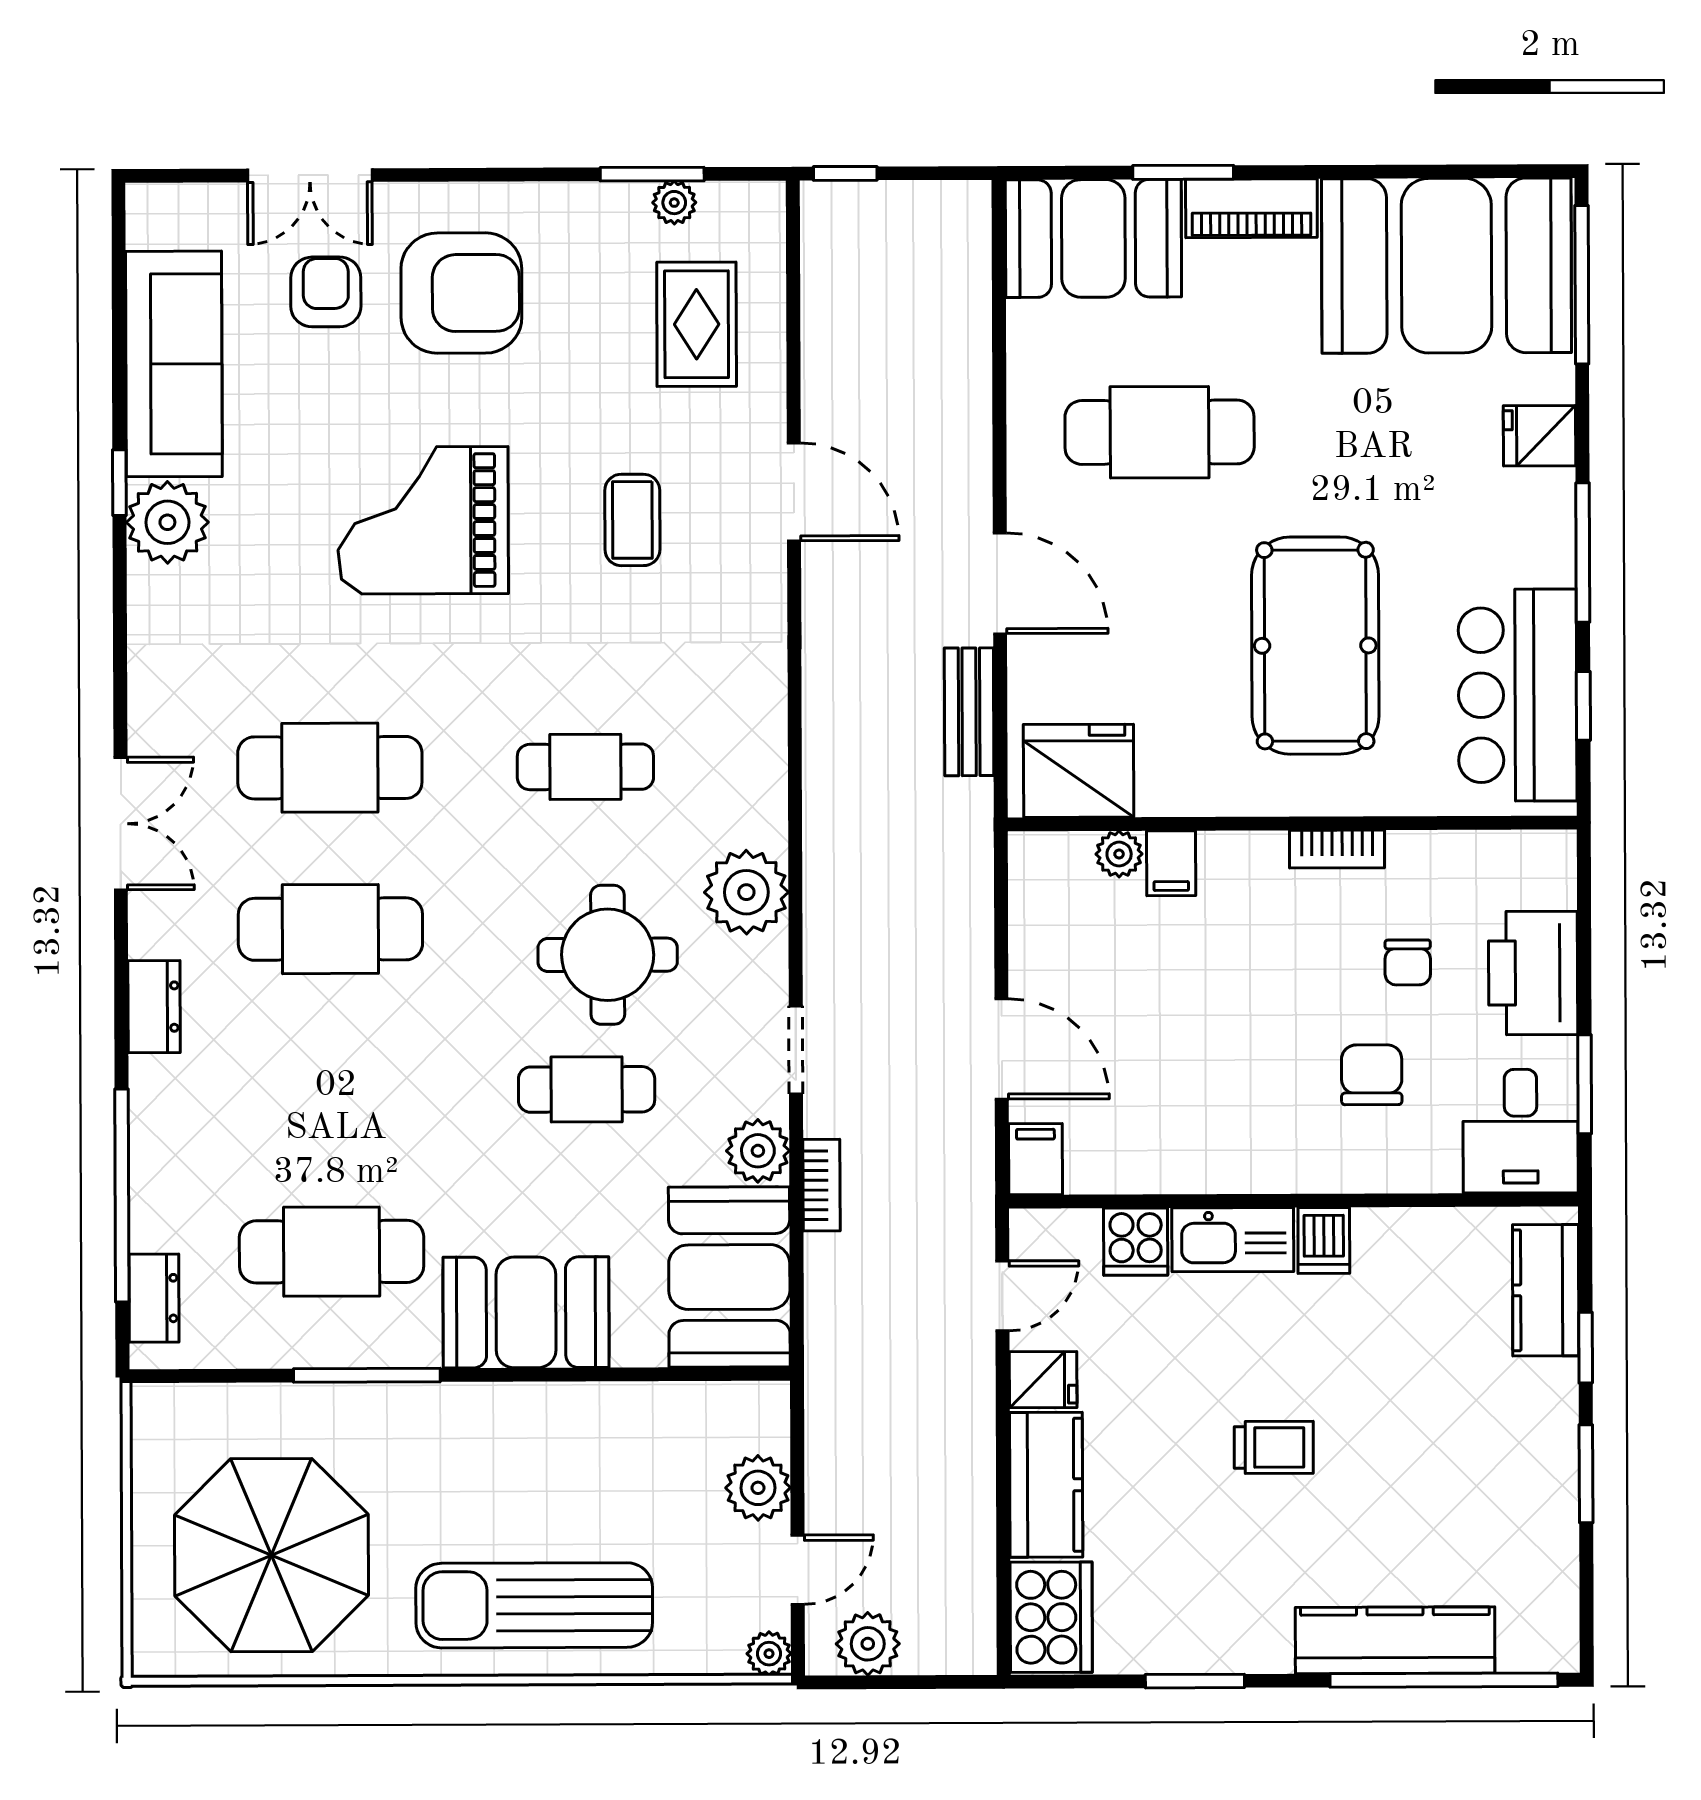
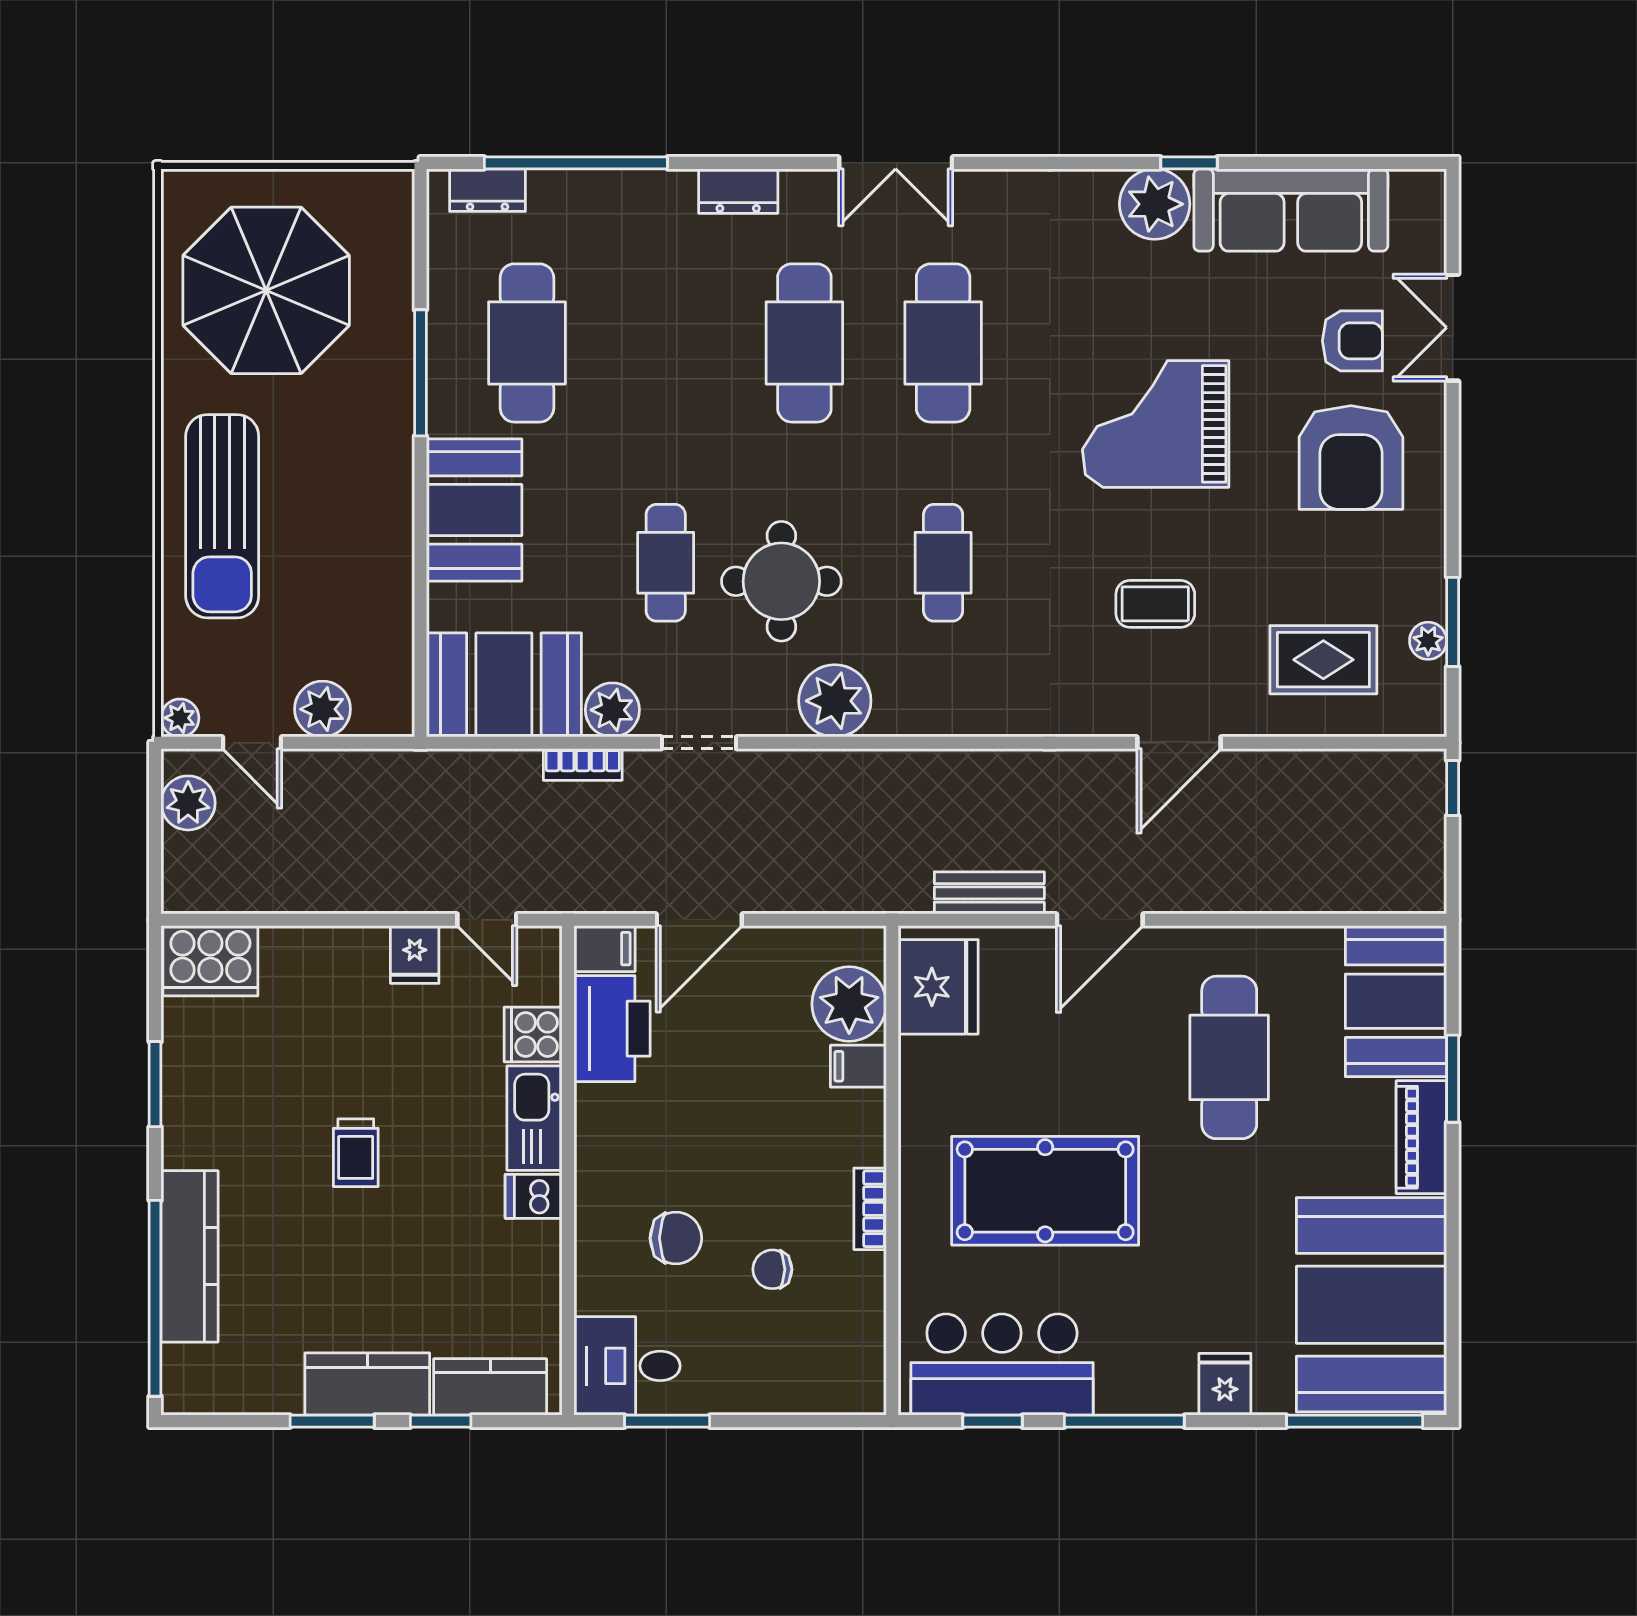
grand piano: (423, 520) -> (1156, 424), turned -90
plant: (1119, 854) -> (849, 1004), width x1.88, depth x1.88
printer: (1533, 973) -> (612, 1029), moved, turned 90
kitchen counter: (1046, 1485) -> (367, 1384), moved, turned 180
sun lounger: (534, 1605) -> (222, 516), turned 180

